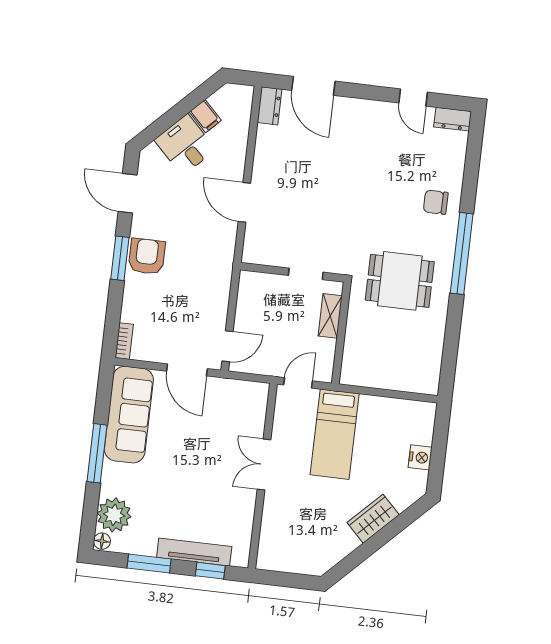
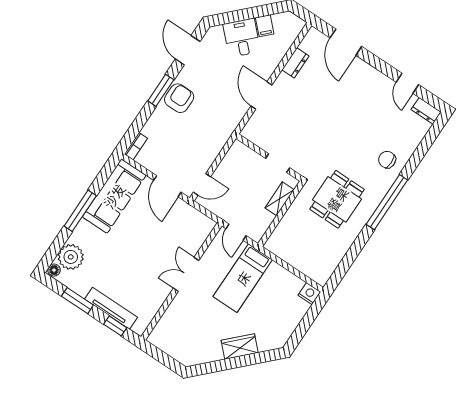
dresser: (269, 106) -> (295, 63), moved
dining table: (400, 281) -> (337, 199), turned 90
door: (298, 383) -> (236, 232), swing flipped
nightstand: (420, 457) -> (309, 294), moved, turned -90

